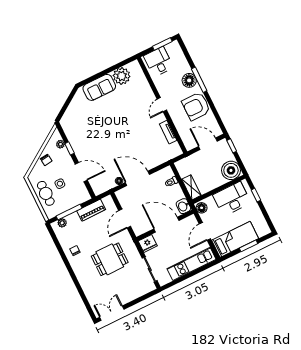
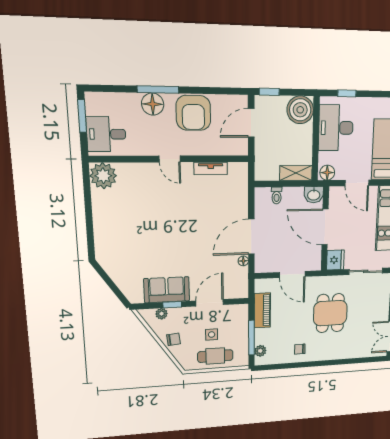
plant: (122, 76) -> (103, 176), moved
sofa: (99, 87) -> (167, 290), moved, turned -90
door: (166, 225) -> (325, 227), hinge flipped

